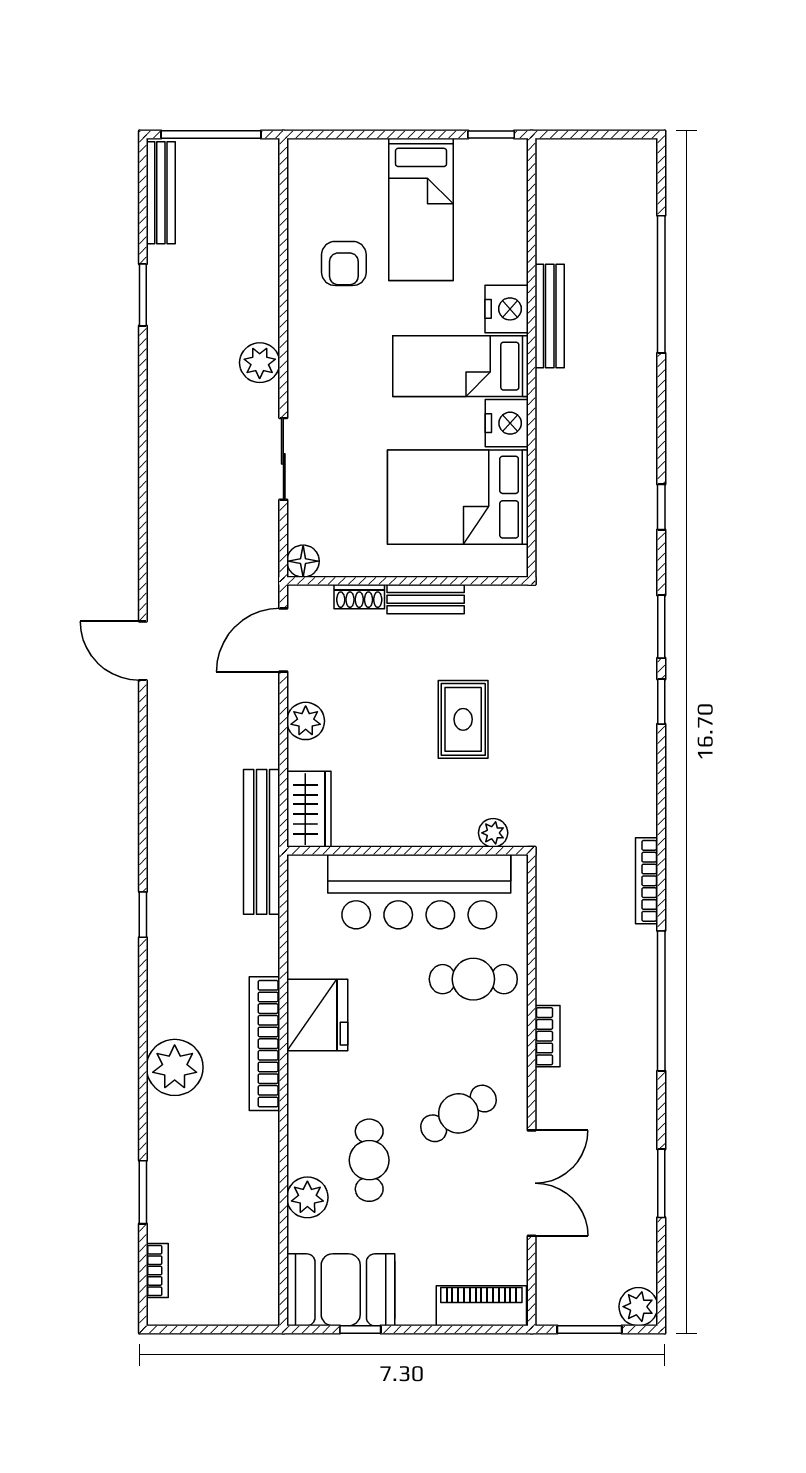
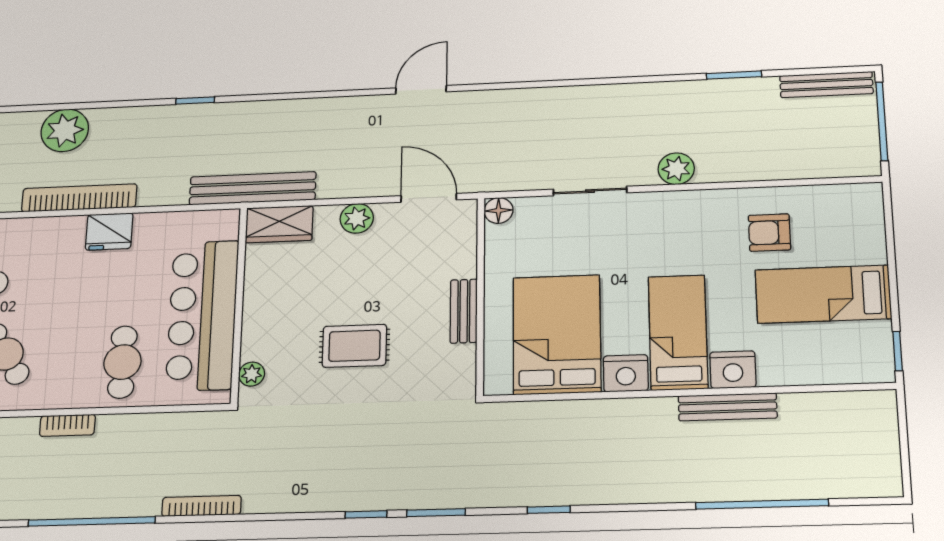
shoe rack: (359, 597) -> (466, 257), removed
fridge: (317, 1015) -> (109, 232), width x0.73, depth x0.75

